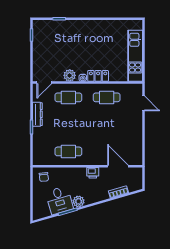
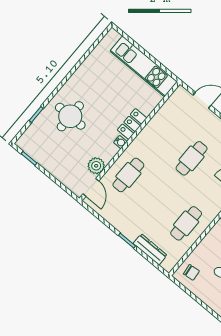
round table: (74, 38) -> (70, 116), added
plant: (70, 75) -> (96, 166), moved
cafe table: (107, 97) -> (192, 158), moved
dresser: (37, 114) -> (150, 249), moved

